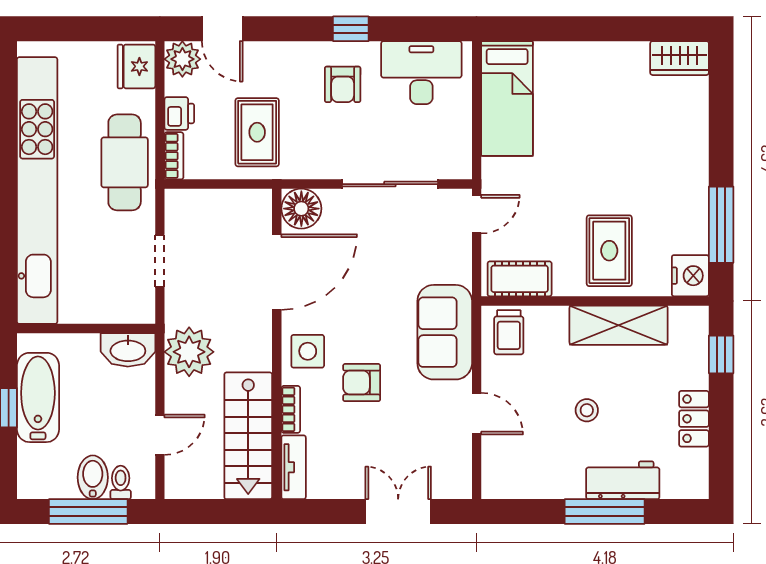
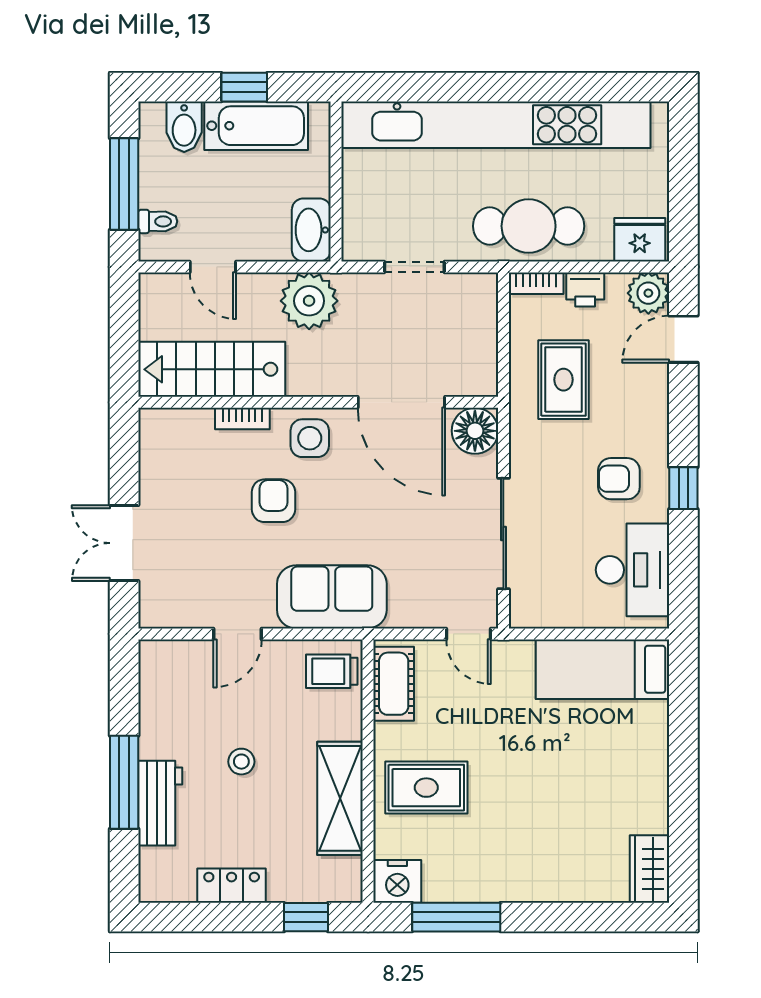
rug: (257, 132) -> (563, 380), turned 90
tv unit: (294, 467) -> (175, 422), removed
bidet: (93, 477) -> (184, 127), moved, turned 90
double door: (398, 512) -> (124, 543), swing flipped

